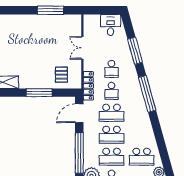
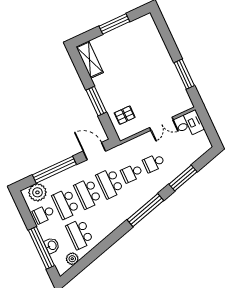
desk: (111, 25) -> (189, 124), moved
double door: (82, 48) -> (161, 124), swing flipped
locker: (88, 86) -> (126, 147), removed

